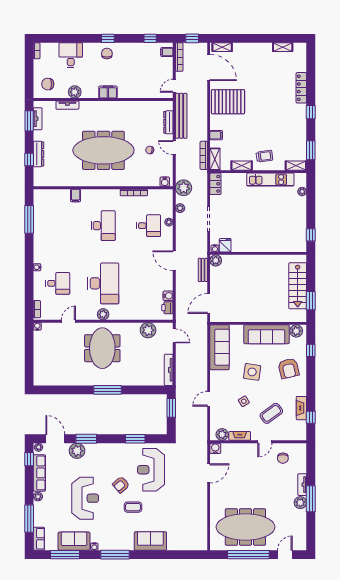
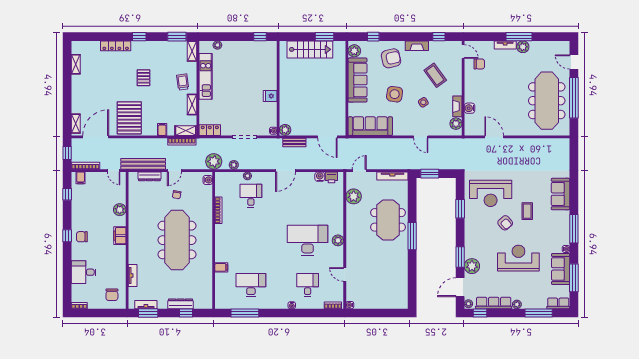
plant: (75, 92) -> (120, 210), moved
pallet: (269, 116) -> (143, 78), added
desk: (103, 226) -> (251, 285), moved
fridge: (225, 245) -> (270, 96), moved
meeting table: (102, 348) -> (388, 220), moved, turned 90
fireplace: (301, 408) -> (417, 46), moved
door: (265, 442) -> (463, 51), moved
water cooler: (215, 448) -> (470, 108), moved

